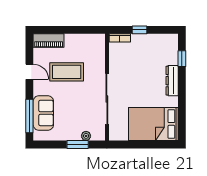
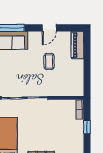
coffee table: (67, 72) -> (49, 61), width x0.54, depth x0.58

